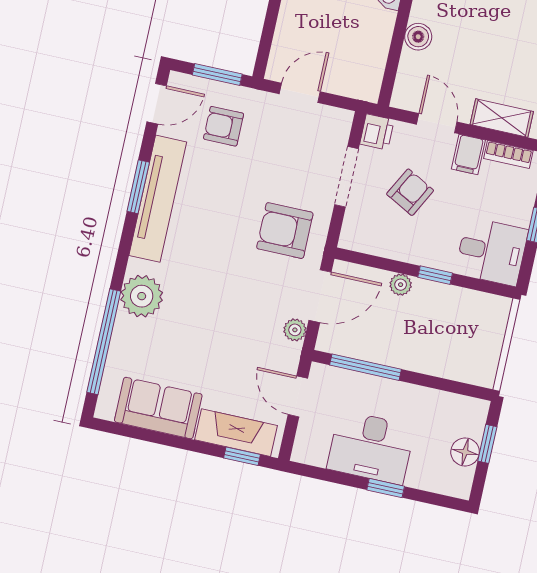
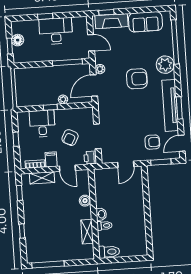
armchair: (285, 231) -> (137, 79), moved
desk: (492, 252) -> (42, 124), moved, turned 90

